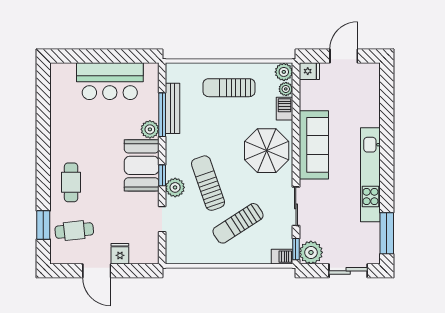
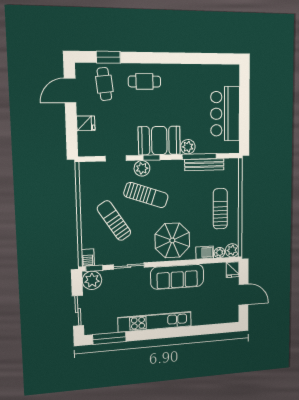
sun lounger: (208, 183) -> (146, 195), turned 38
door: (97, 271) -> (70, 91), moved

